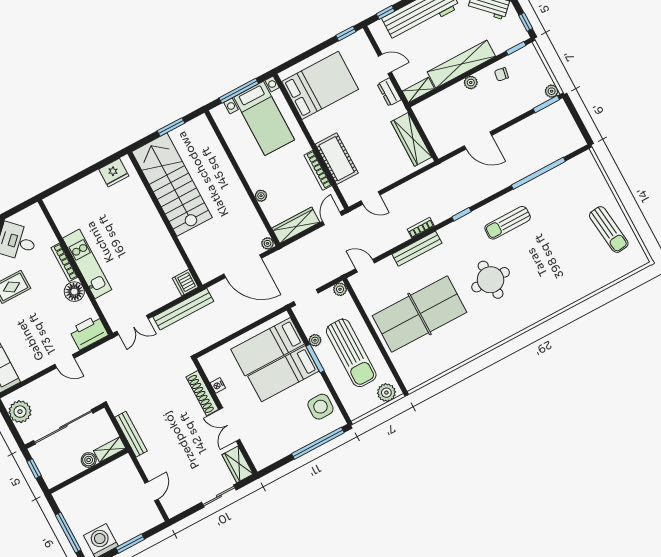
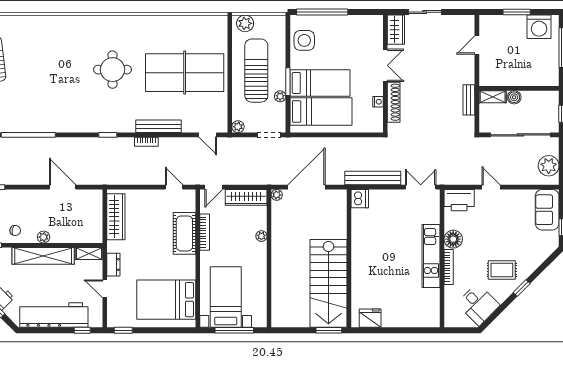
window: (171, 127) -> (329, 330), moved
sun lounger: (508, 223) -> (74, 108), removed
door: (243, 266) -> (307, 187), hinge flipped
bench: (131, 434) -> (469, 100), width x0.73

